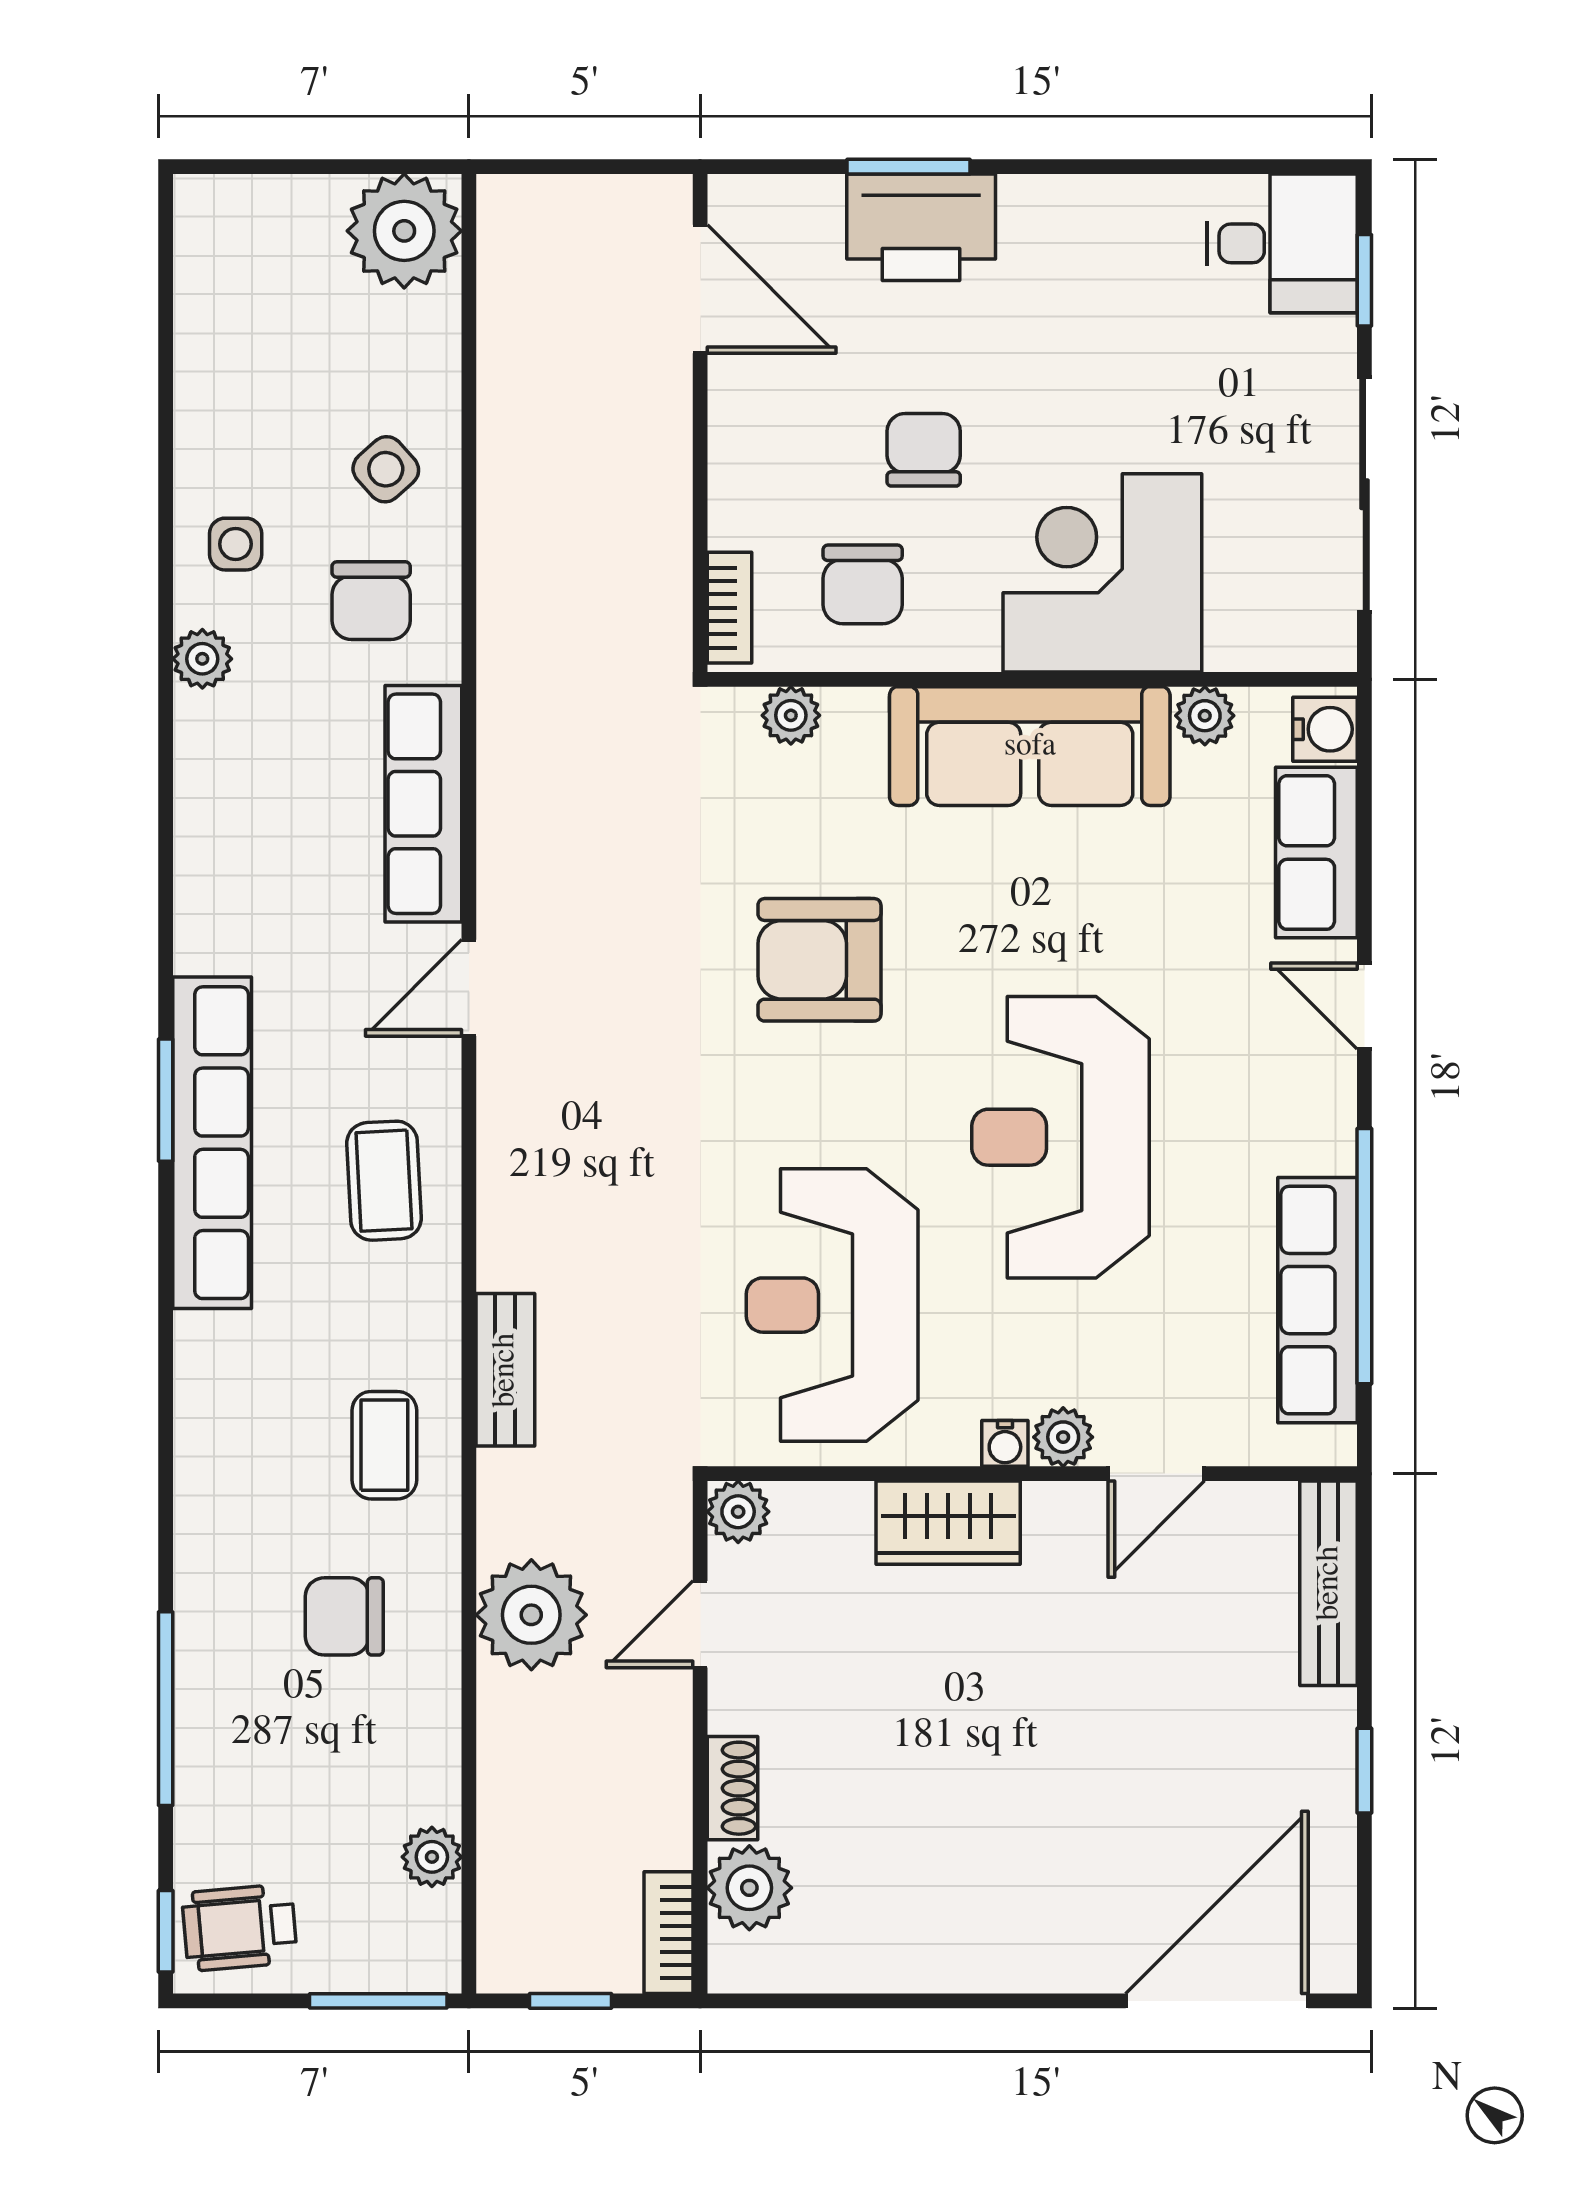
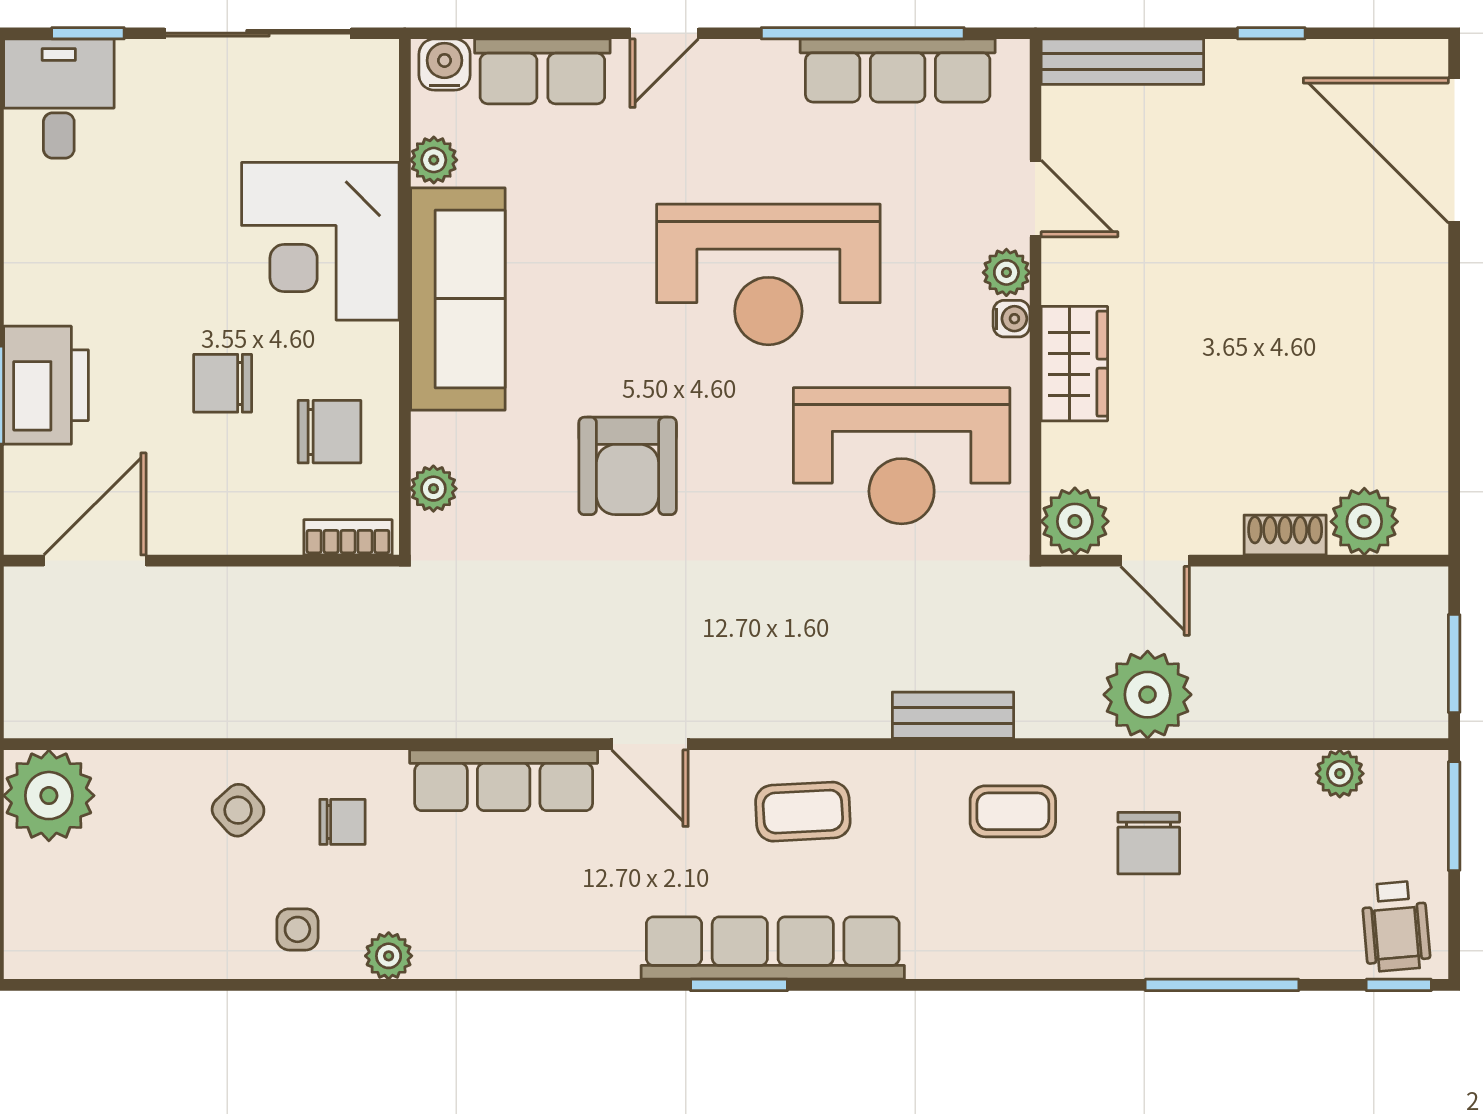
chair: (371, 601) -> (342, 822), width x0.73, depth x0.73
plant: (738, 1512) -> (1075, 521), width x1.38, depth x1.38
bookcase: (668, 1933) -> (1400, 586), removed
window: (571, 2001) -> (1454, 663), width x1.50

